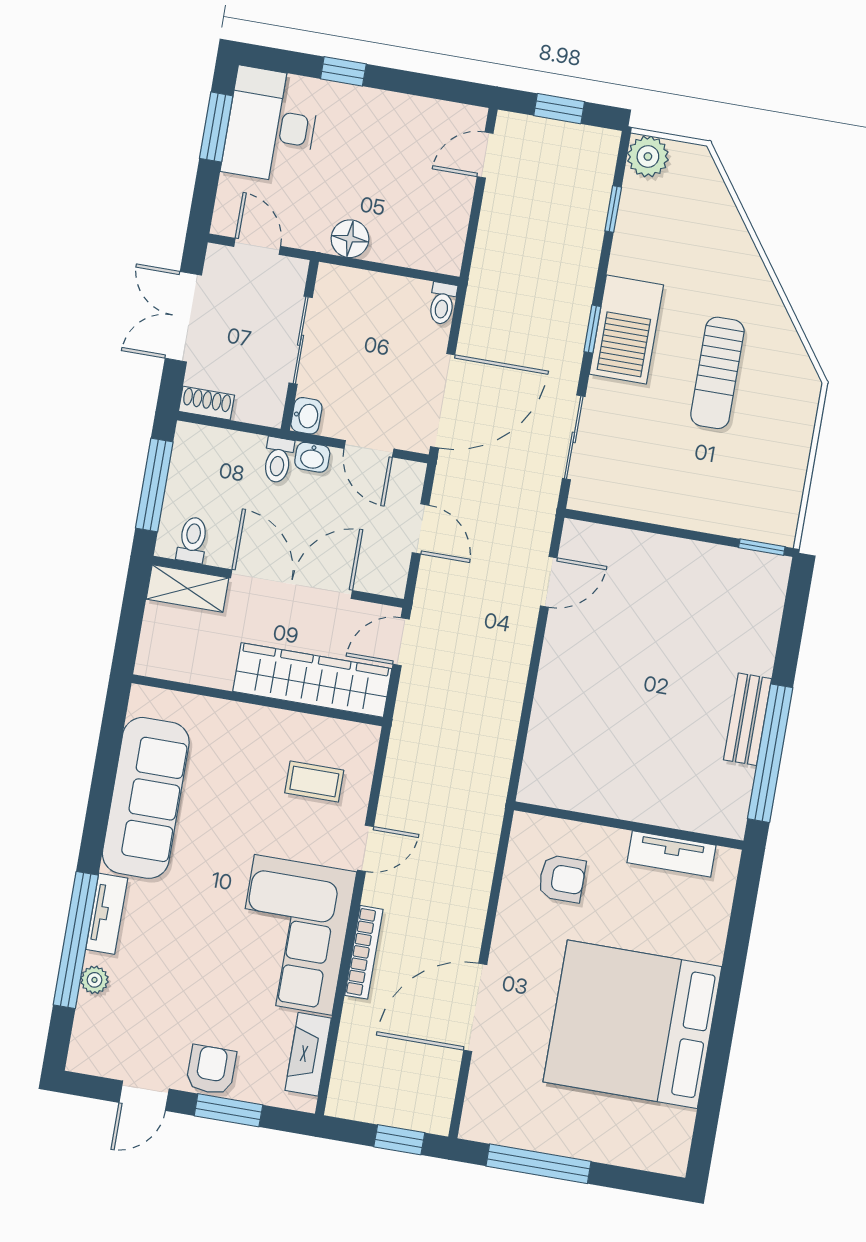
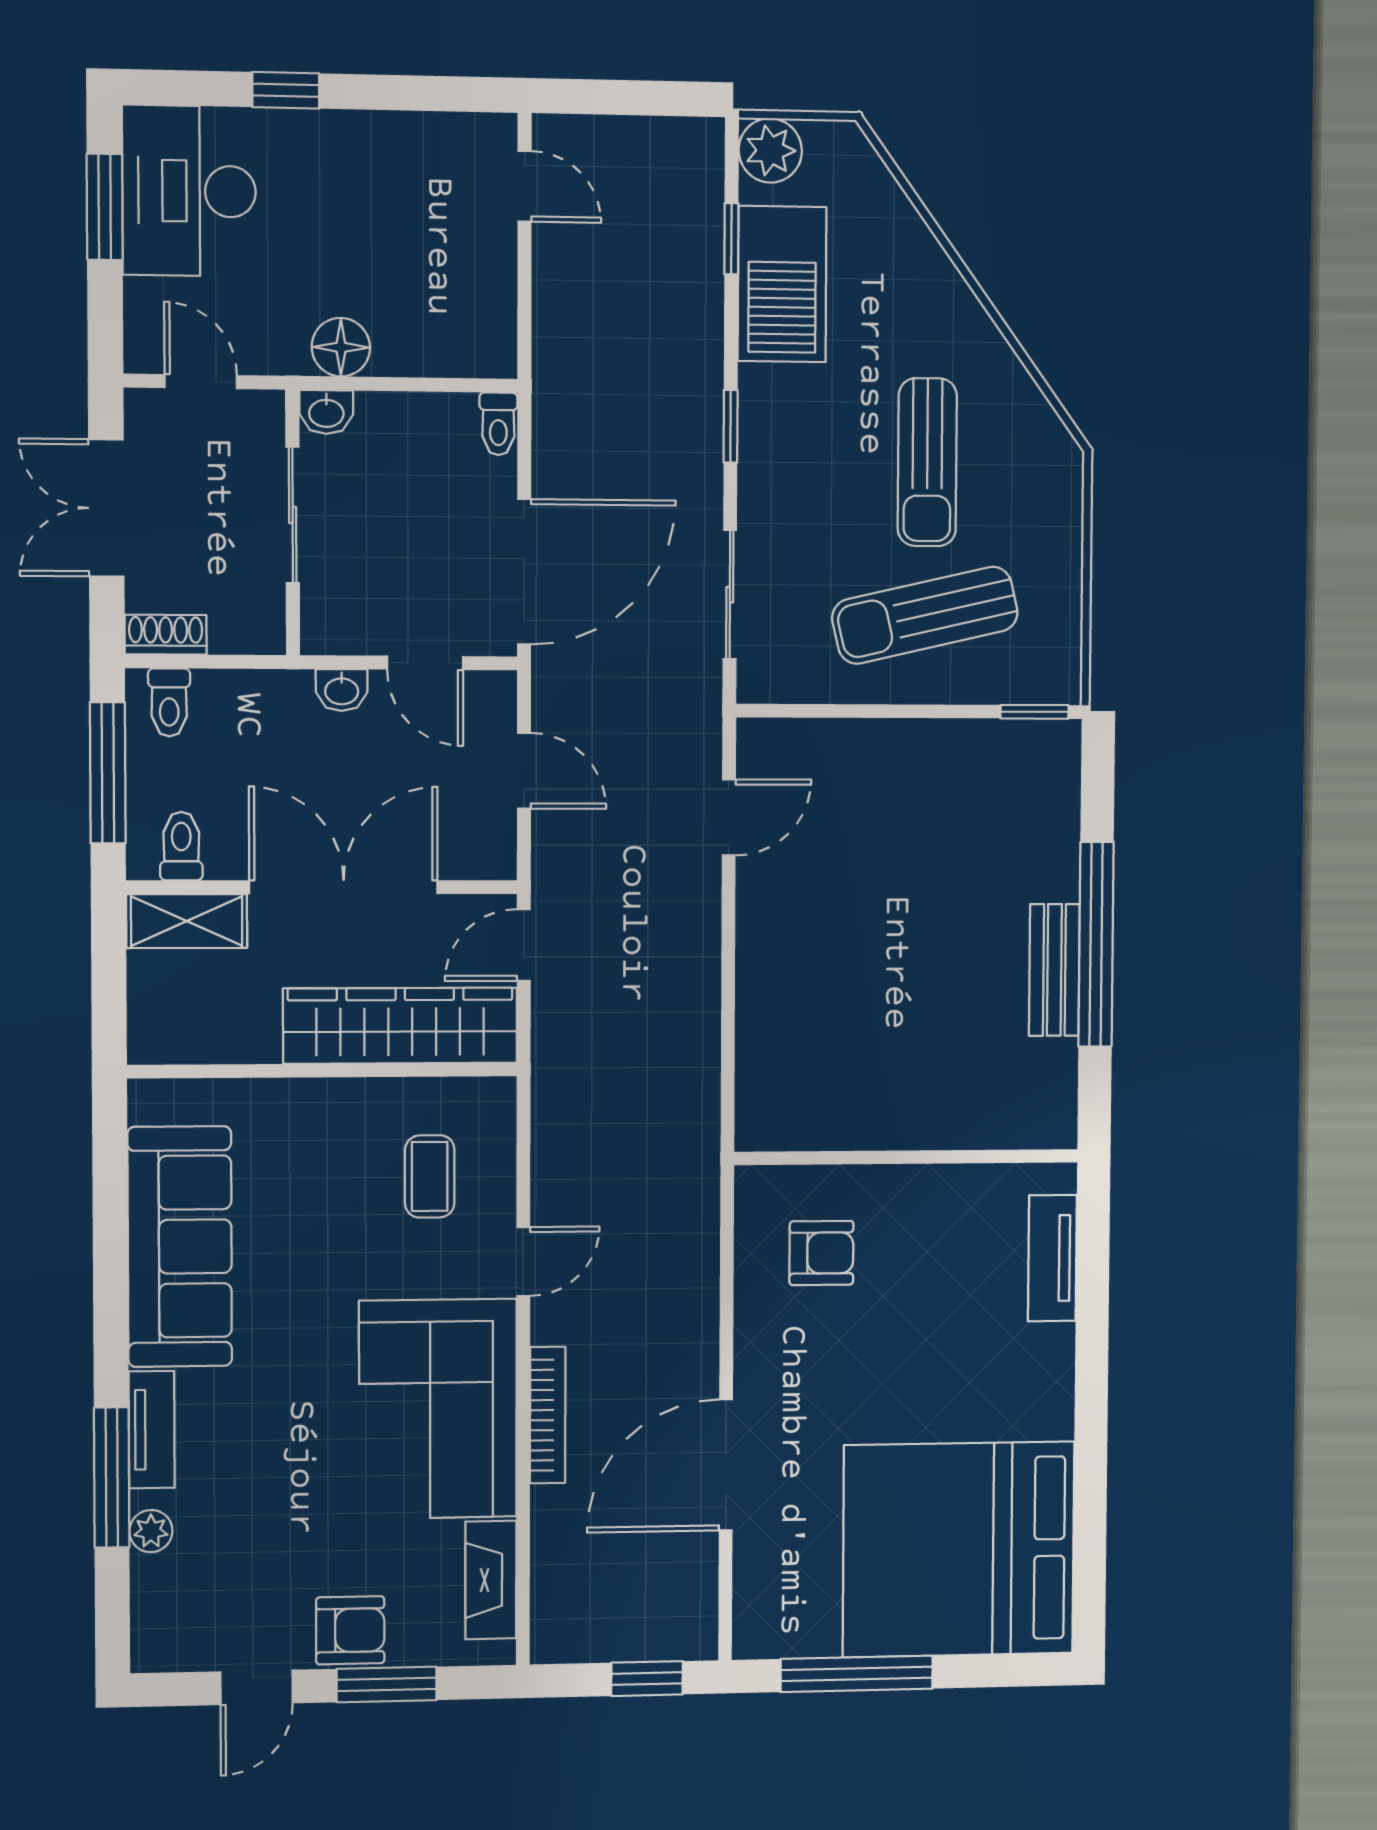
window: (559, 109) -> (625, 98), removed
door: (485, 155) -> (525, 186), swing flipped
barbecue: (626, 330) -> (782, 284), moved
washbasin: (306, 416) -> (326, 412), moved, turned 90
toilet: (278, 460) -> (169, 702), moved
sun lounger: (700, 472) -> (925, 615), added
window: (770, 753) -> (1096, 944), moved
coffee table: (314, 782) -> (430, 1176), turned 90
tv unit: (671, 854) -> (1052, 1258), moved, turned 90
window: (76, 940) -> (112, 1477), width x0.68
bed: (632, 1024) -> (959, 1549), moved
armchair: (211, 1070) -> (350, 1630), turned 90

